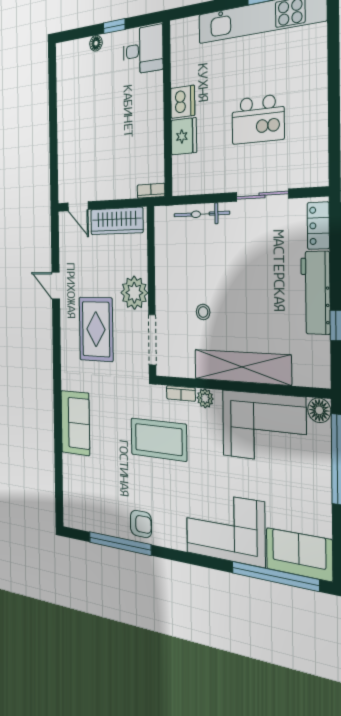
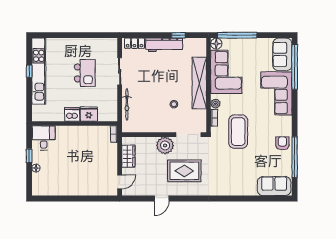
wardrobe: (117, 221) -> (128, 156), width x0.67
sofa: (75, 423) -> (274, 186), moved

